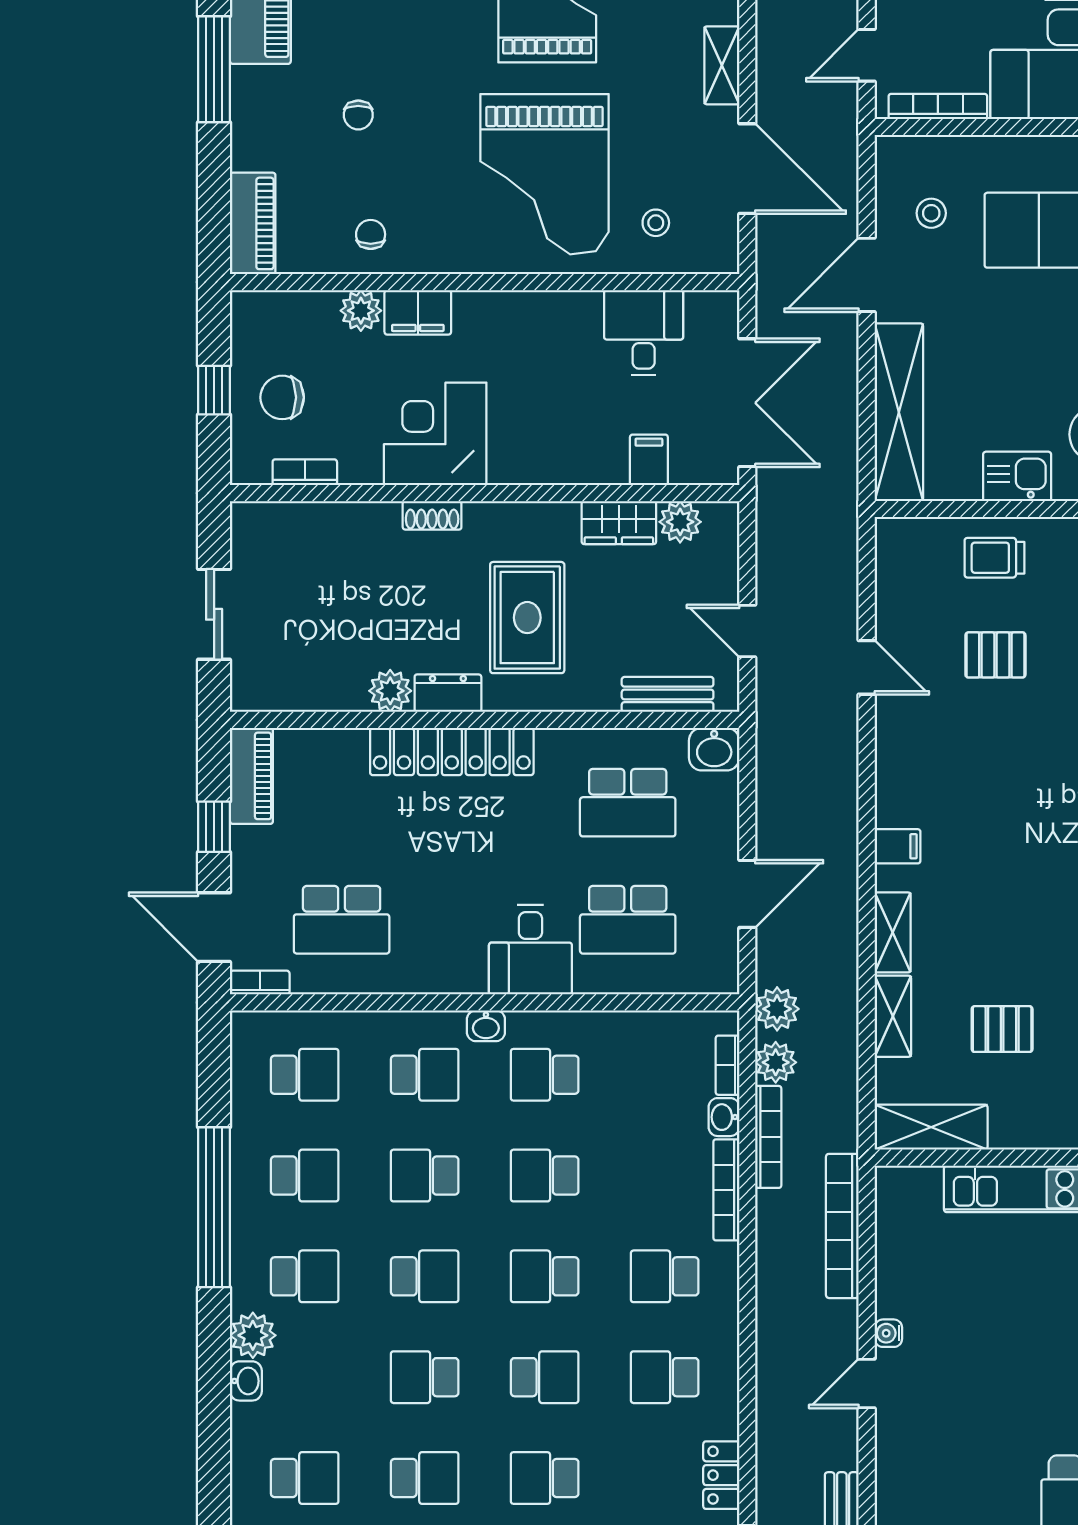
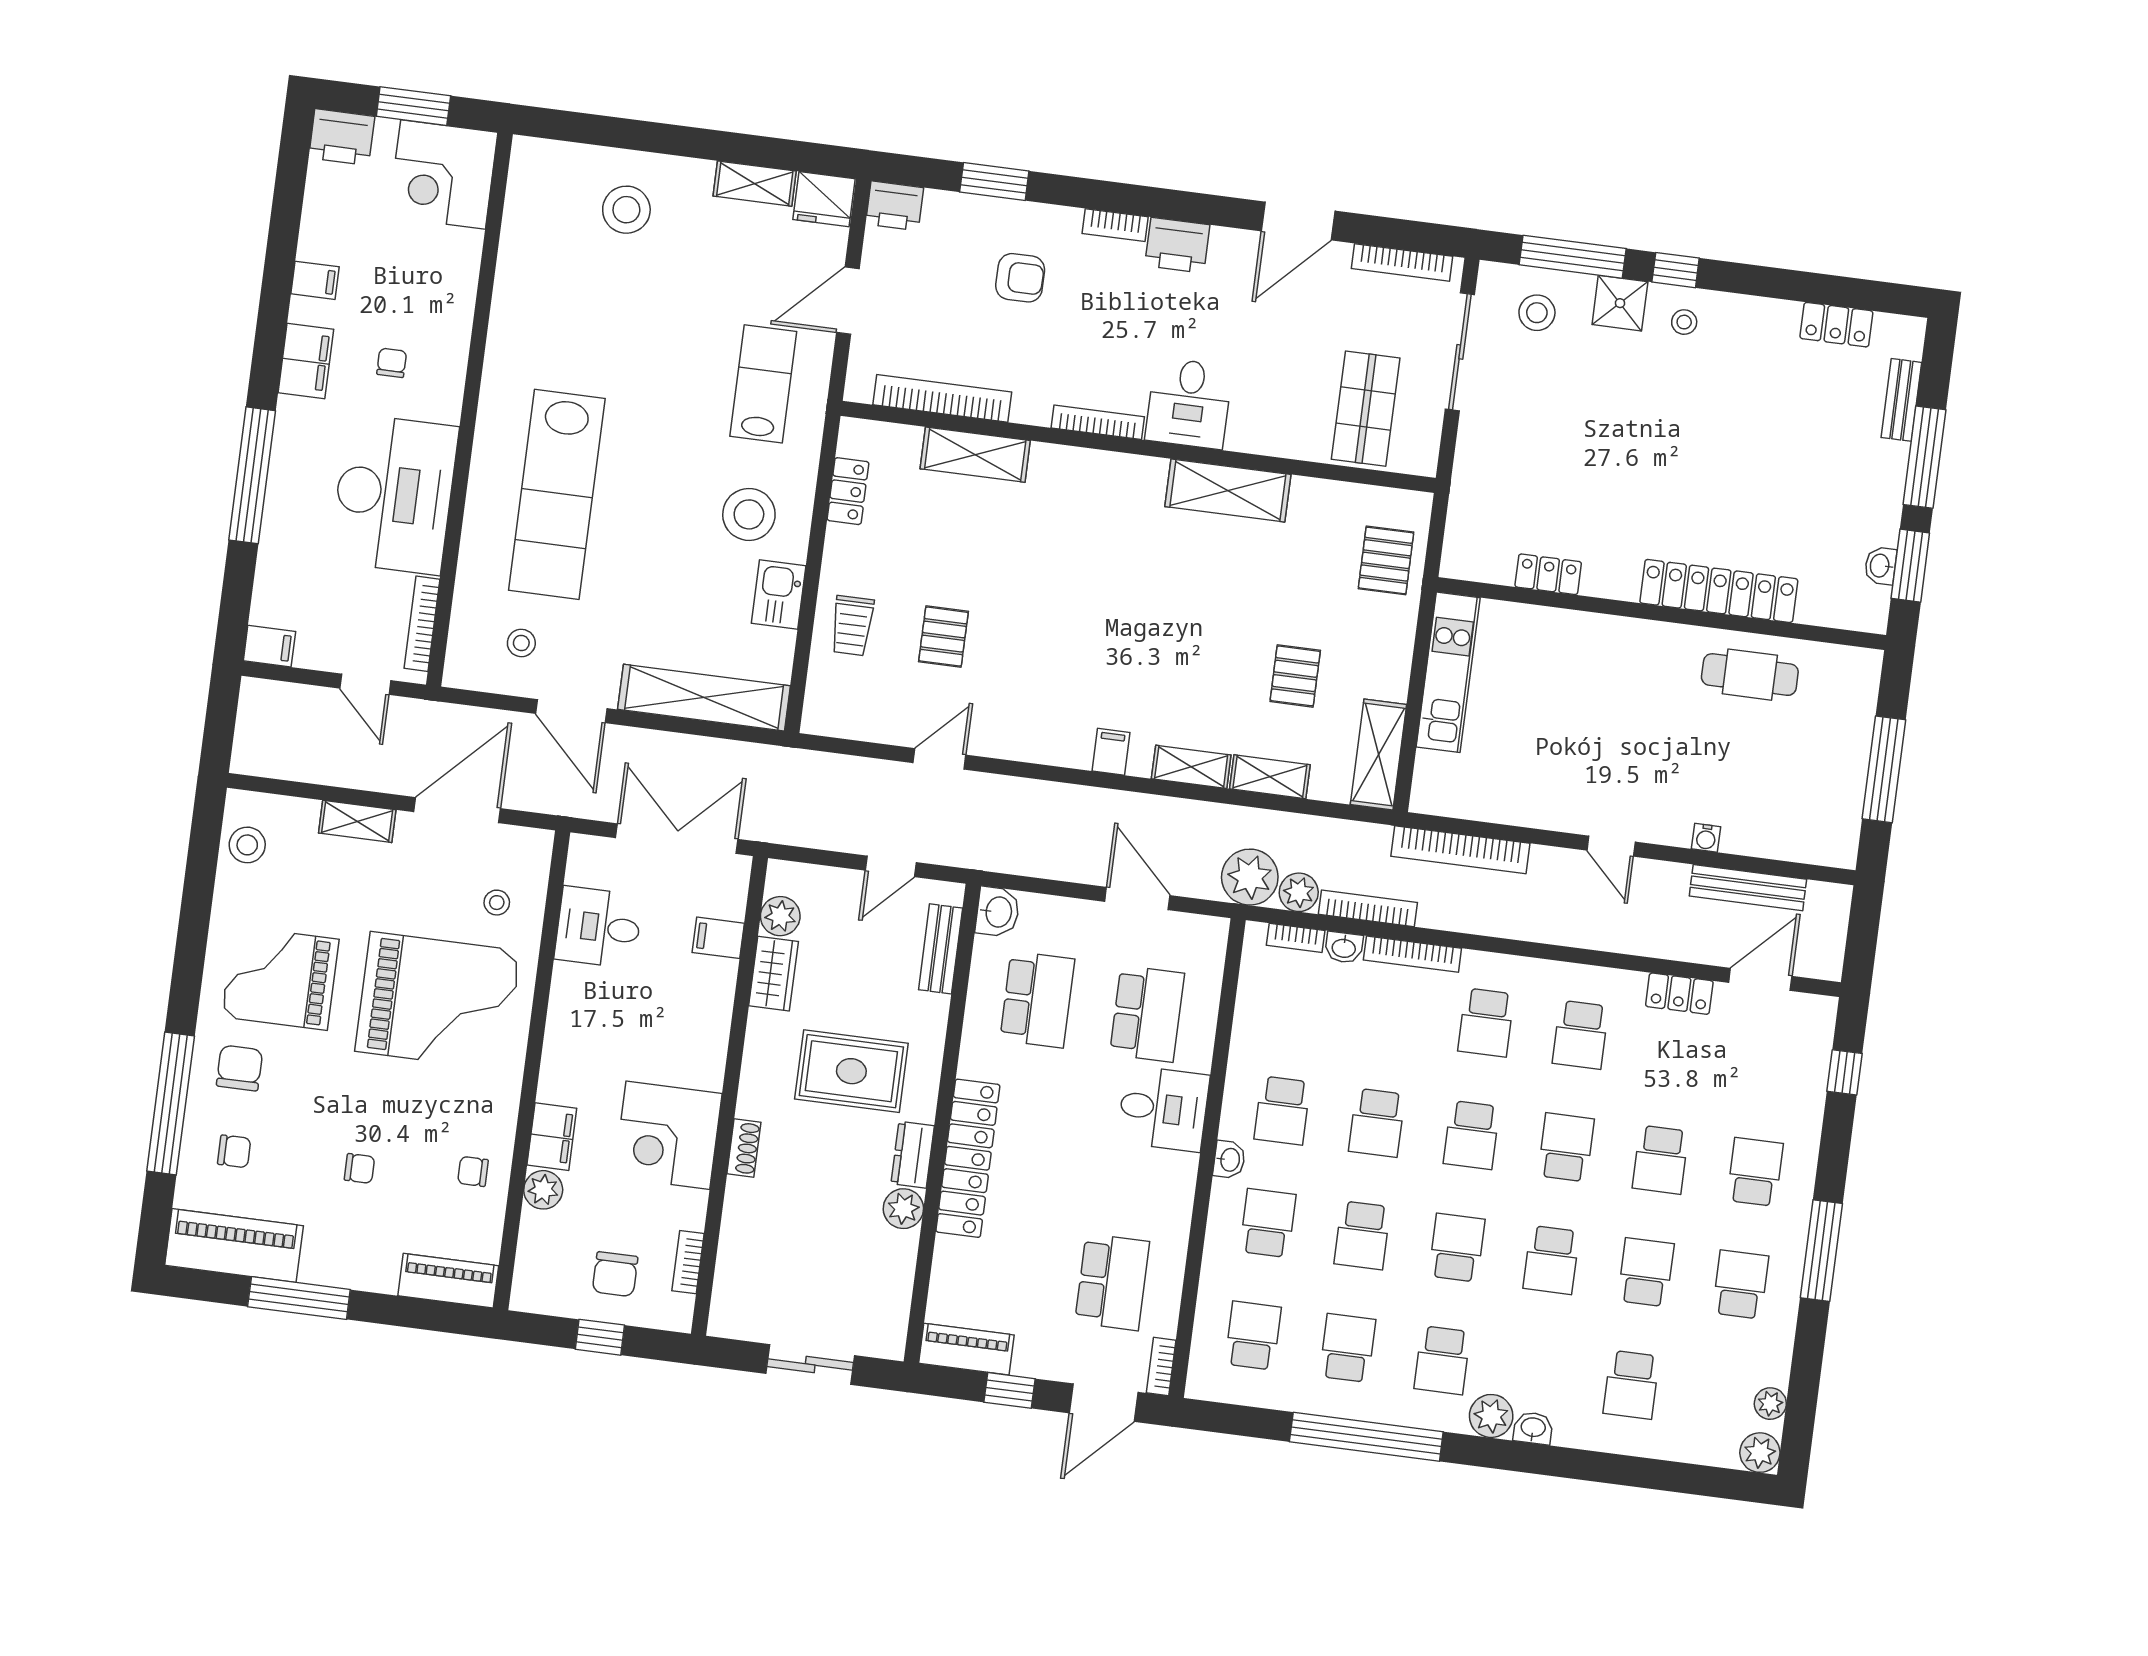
plant: (777, 1009) -> (1250, 877), width x1.36, depth x1.36
school desk: (305, 1276) -> (1442, 1360), turned 180
water cooler: (888, 1333) -> (1706, 838), moved
school desk: (305, 1478) -> (1631, 1385), turned 180

